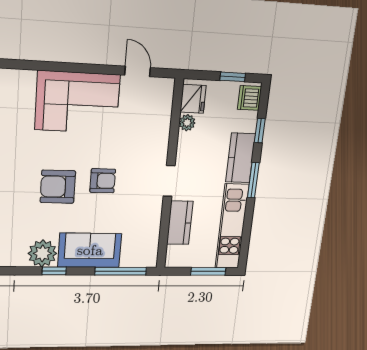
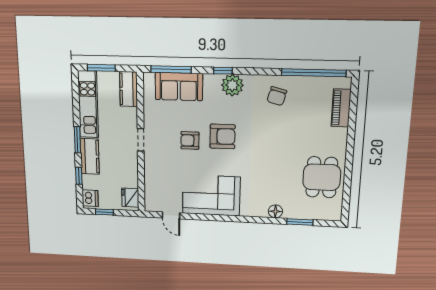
plant: (187, 123) -> (132, 181), removed
kitchen counter: (180, 223) -> (129, 89), moved
sofa: (90, 250) -> (179, 87), moved

